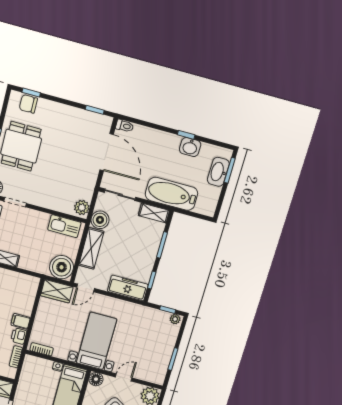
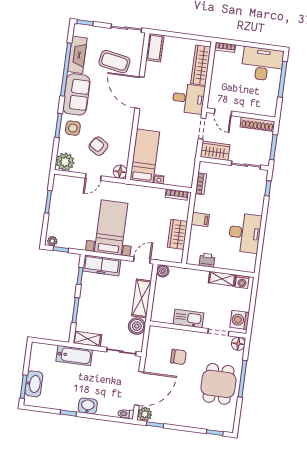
chair: (28, 104) -> (178, 357), moved
washbasin: (190, 147) -> (88, 406), moved
door: (107, 152) -> (139, 388), swing flipped
bathtub: (171, 194) -> (74, 356), width x0.73, depth x0.73
plant: (82, 208) -> (145, 414), moved
kitchen sink: (64, 226) -> (188, 318), moved
boiler: (62, 267) -> (163, 271), width x0.54, depth x0.54
wardrobe: (57, 291) -> (177, 234), moved, turned -90
printer: (19, 336) -> (207, 260), moved, turned -90
bed with nightstands: (96, 341) -> (111, 227), moved, turned 180

